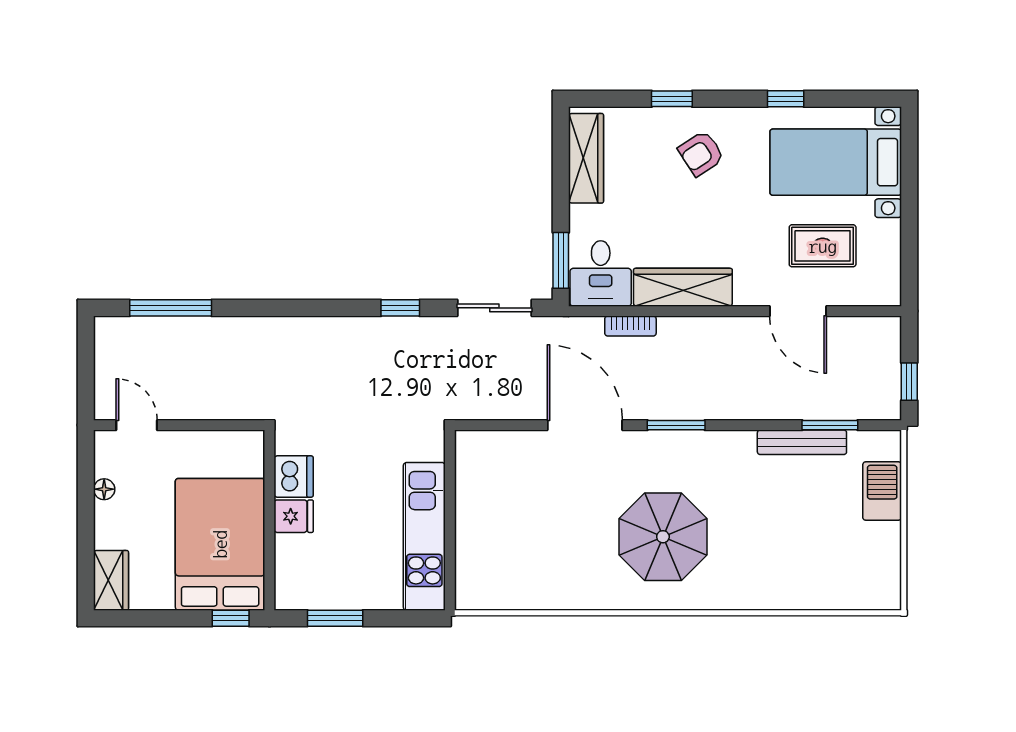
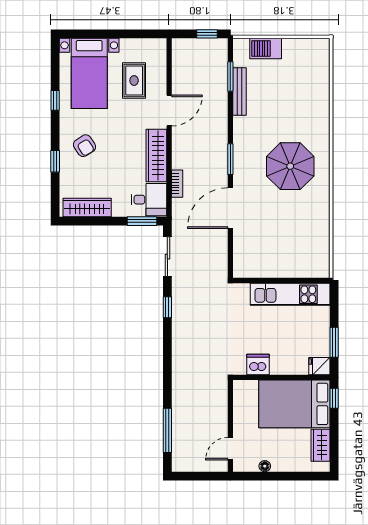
door: (798, 311) -> (169, 111), moved
fridge: (294, 516) -> (319, 366), moved, turned -90
wardrobe: (111, 580) -> (320, 445), moved, turned -90

